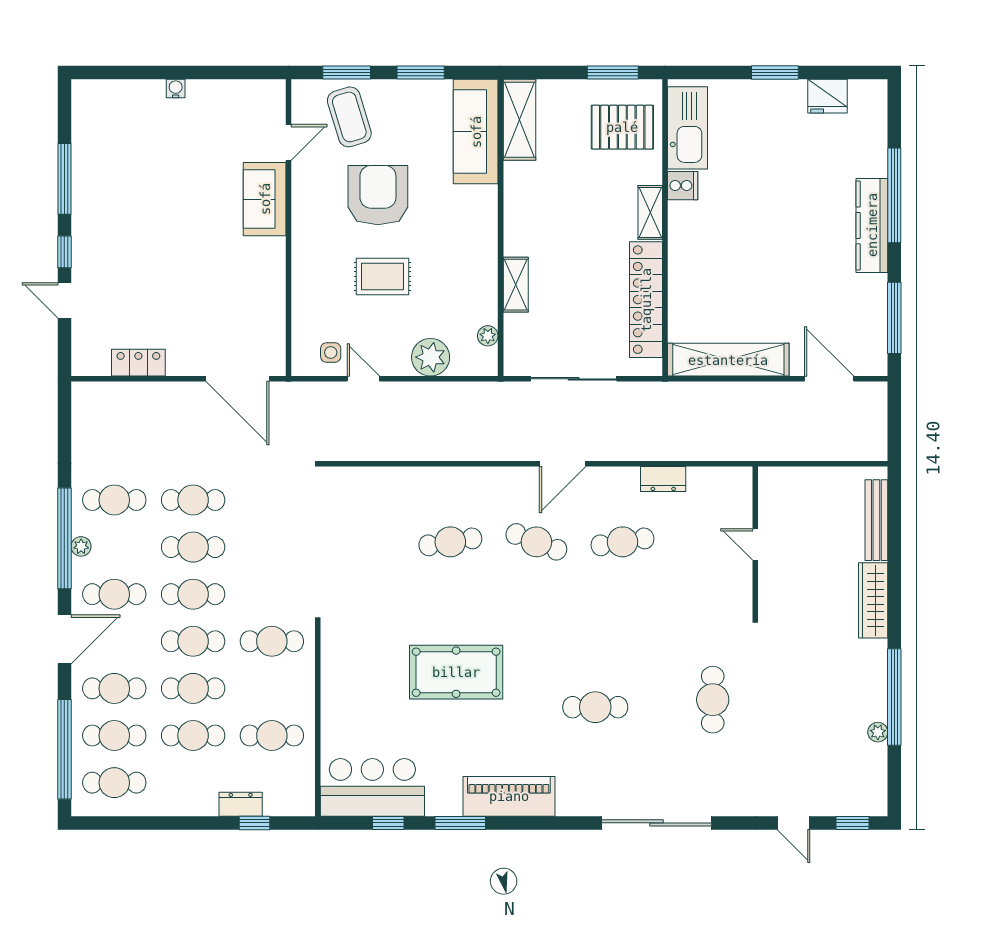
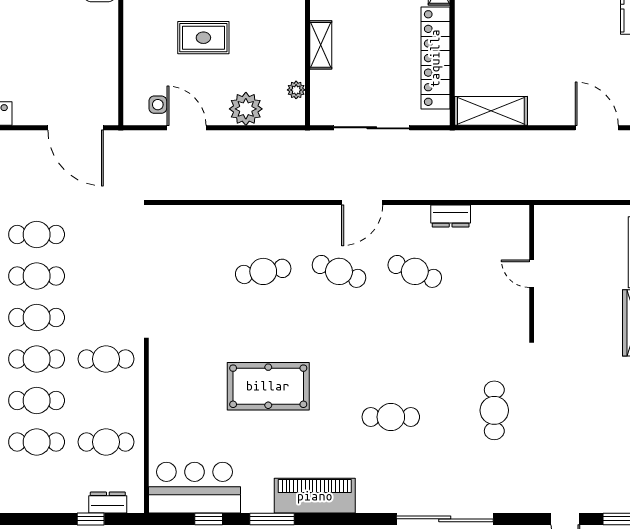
shelving: (728, 360) -> (491, 111), width x0.68
door: (363, 379) -> (187, 128), width x1.38
cafe table: (622, 542) -> (415, 271), turned 30
dresser: (241, 804) -> (108, 502), moved

